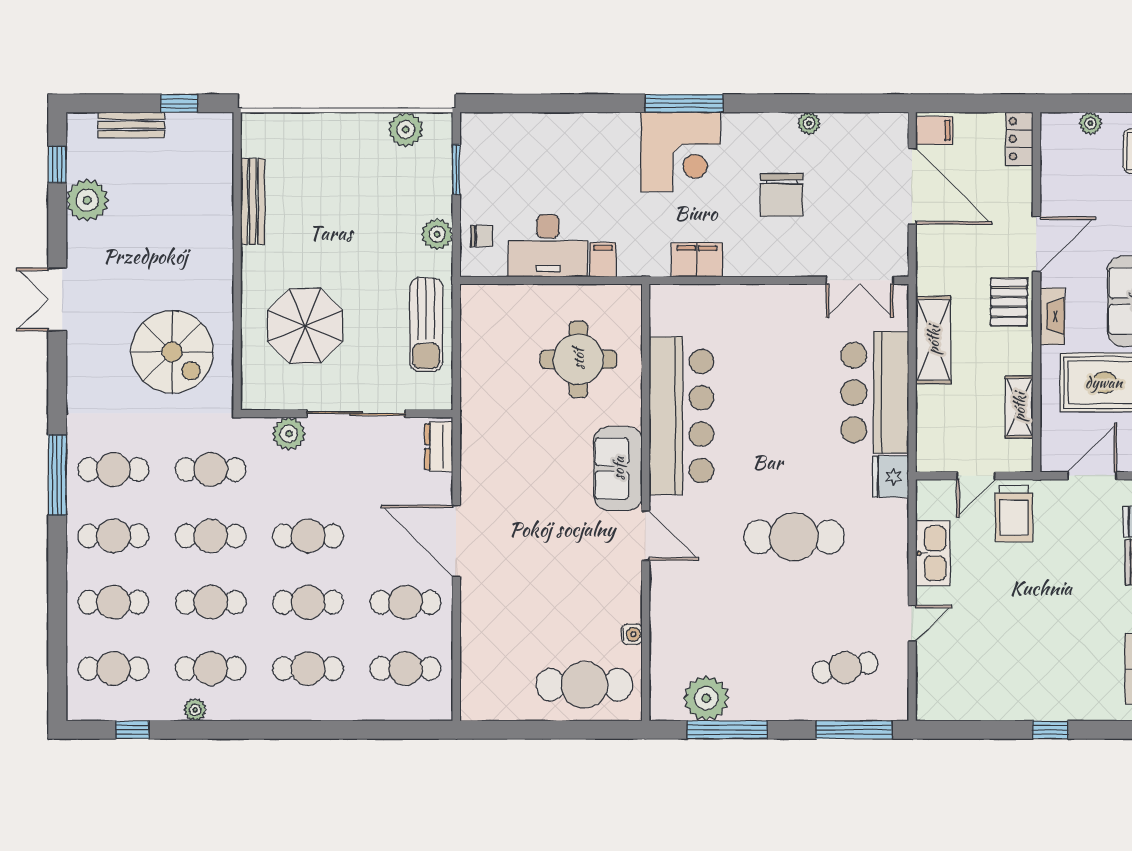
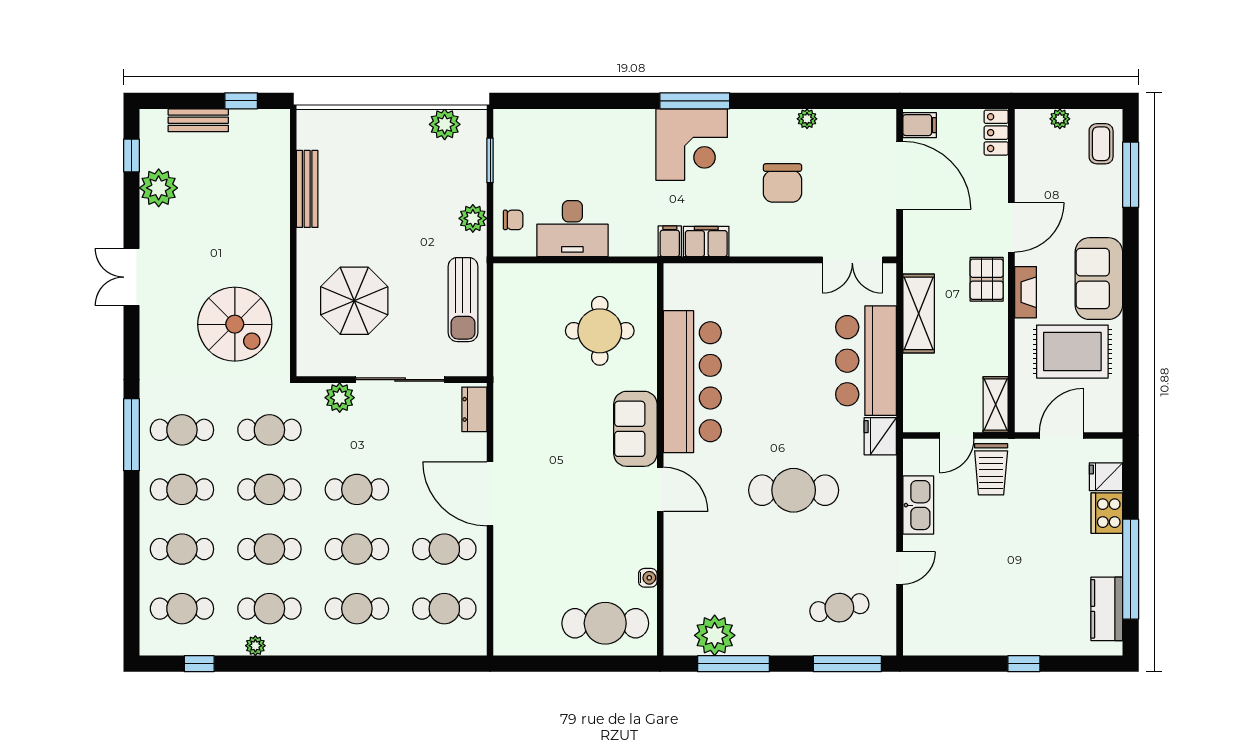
filing cabinet: (603, 260) -> (670, 241), moved
shelving: (1019, 407) -> (996, 404), moved

